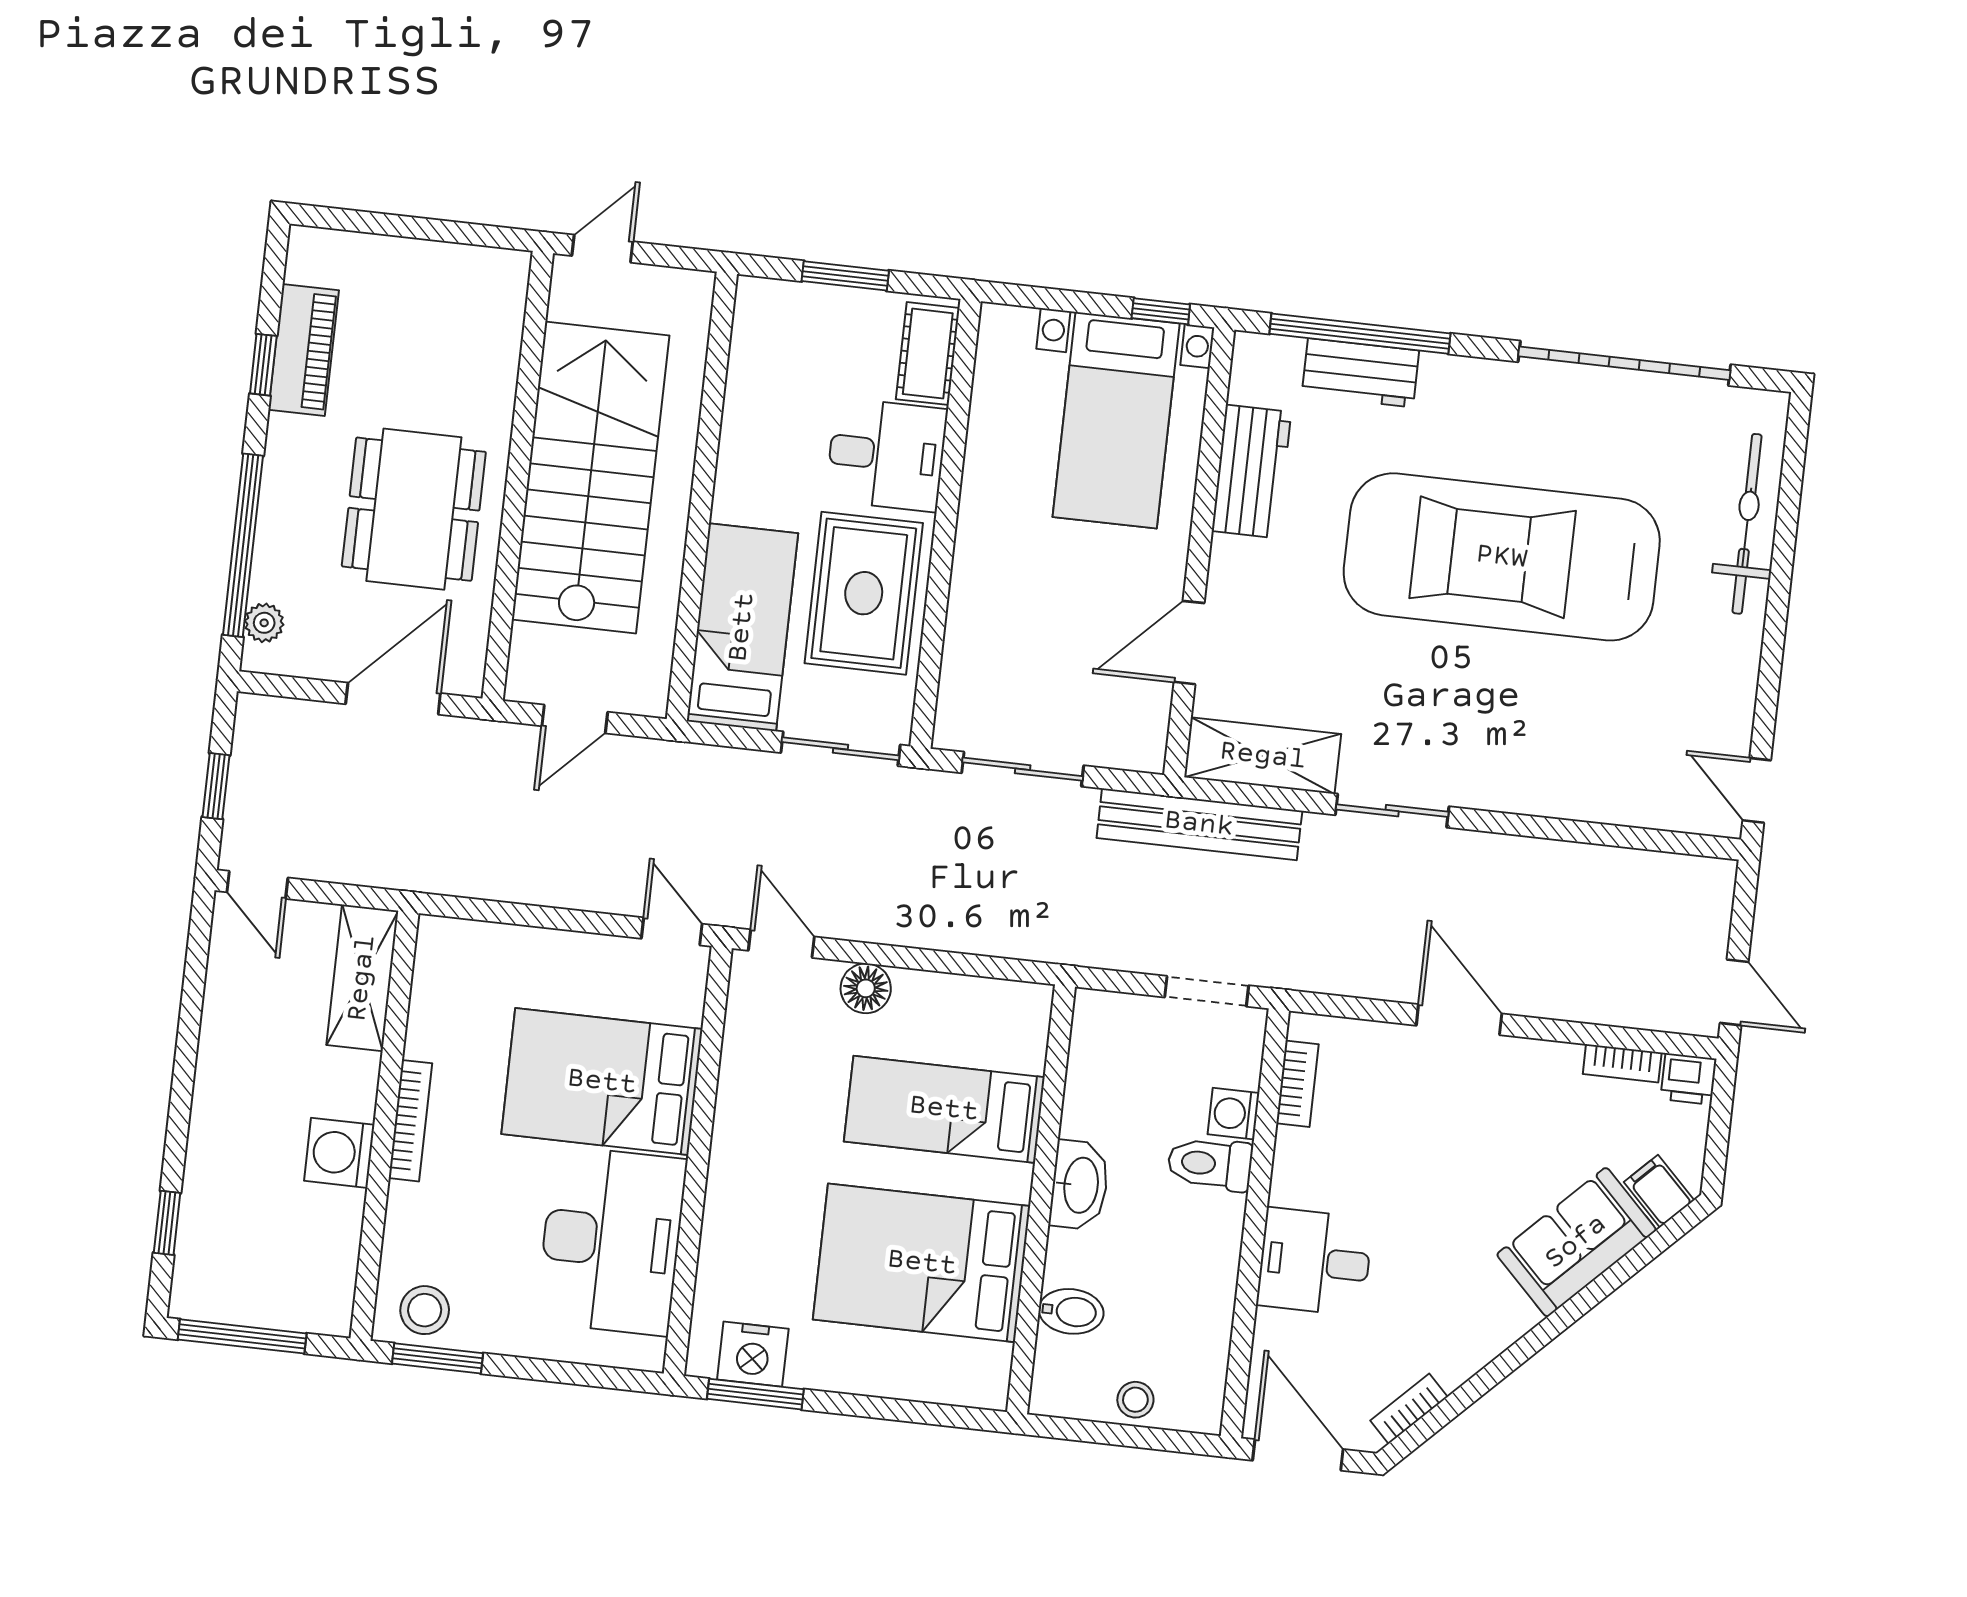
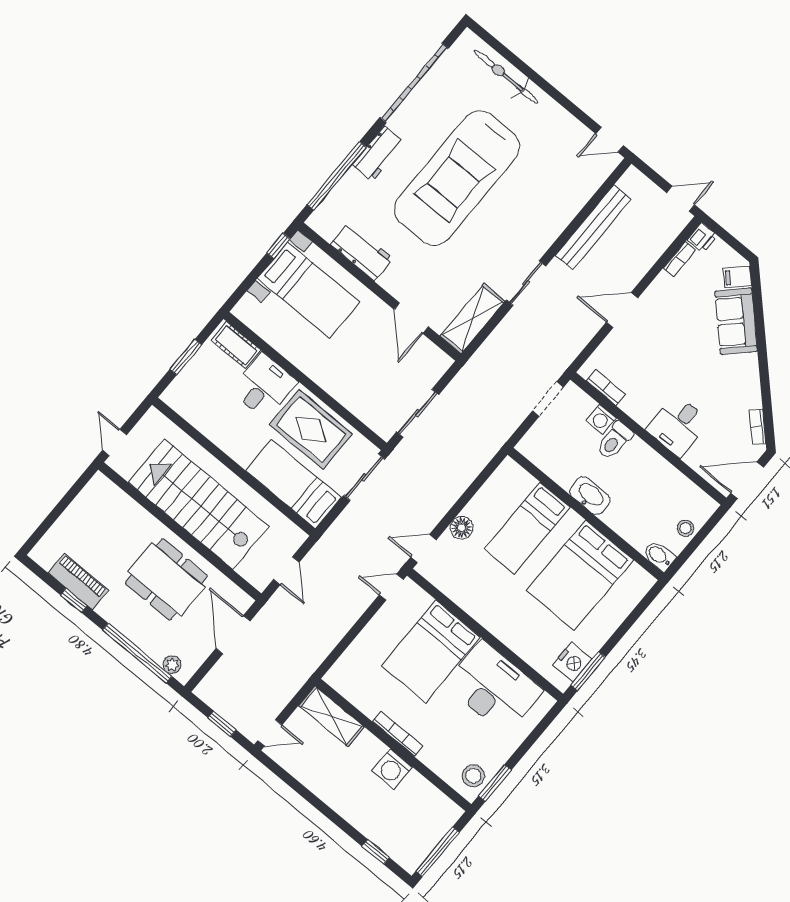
workbench: (1360, 373) -> (378, 154), moved
bench: (1199, 824) -> (593, 227), moved
bidet: (1071, 1311) -> (659, 556), moved, turned -90

